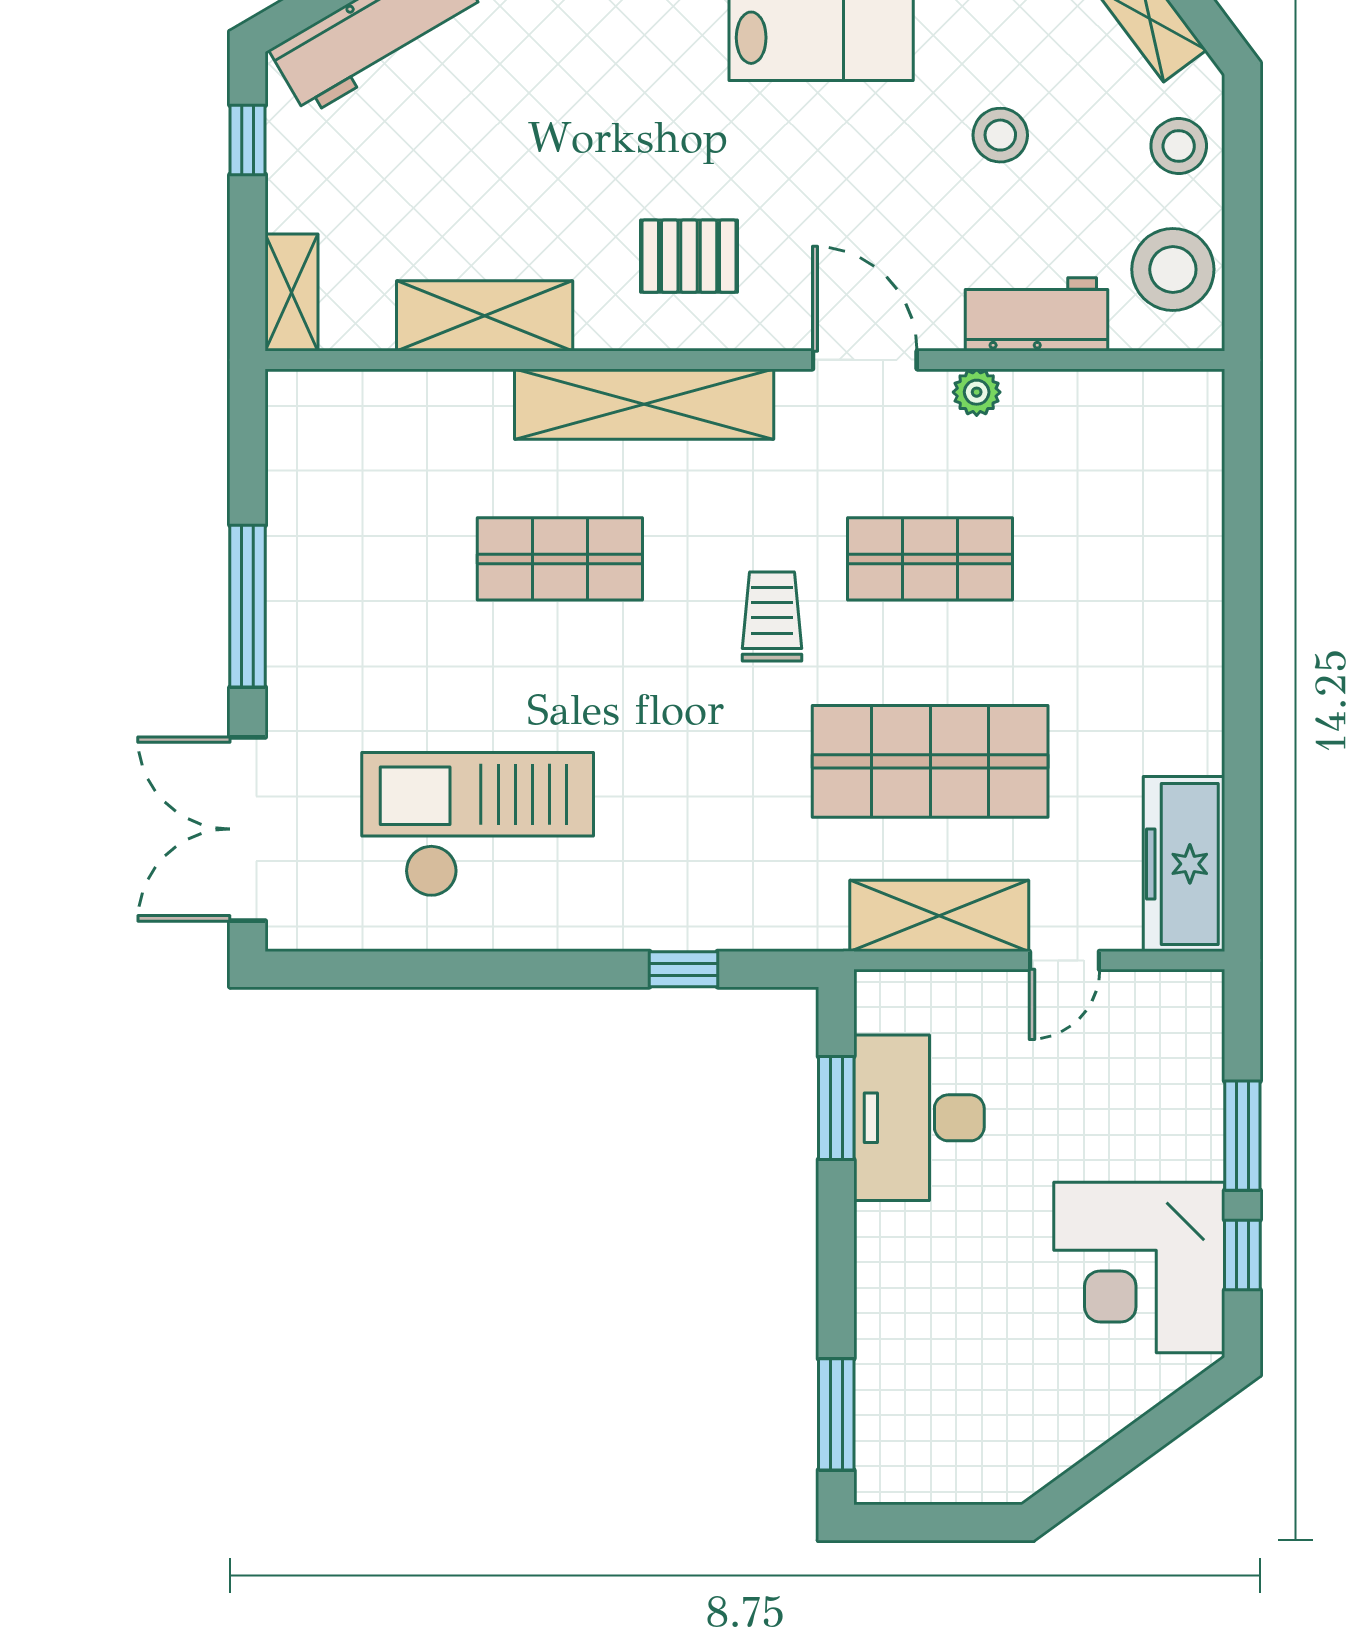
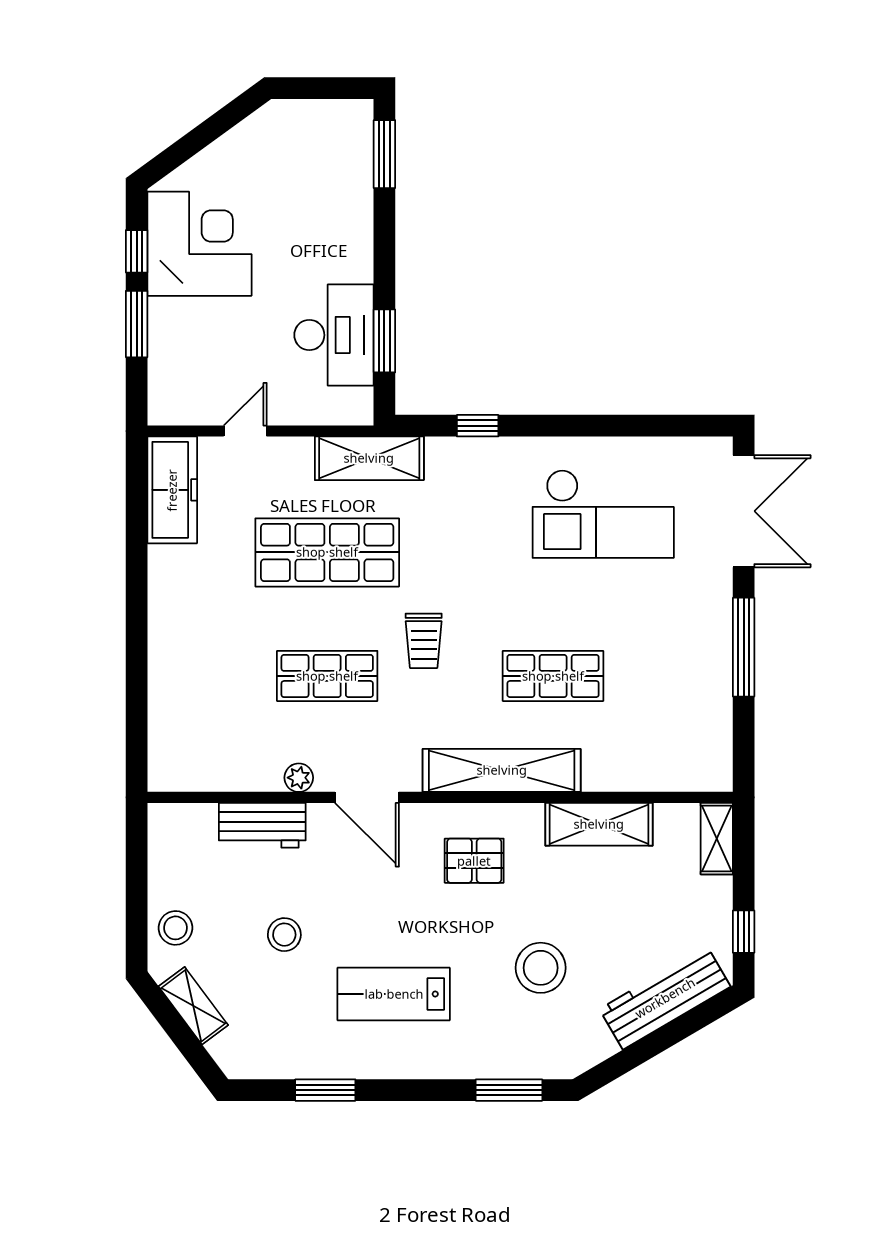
stool: (1173, 269) -> (541, 968), moved
shelving: (939, 916) -> (369, 458), moved

